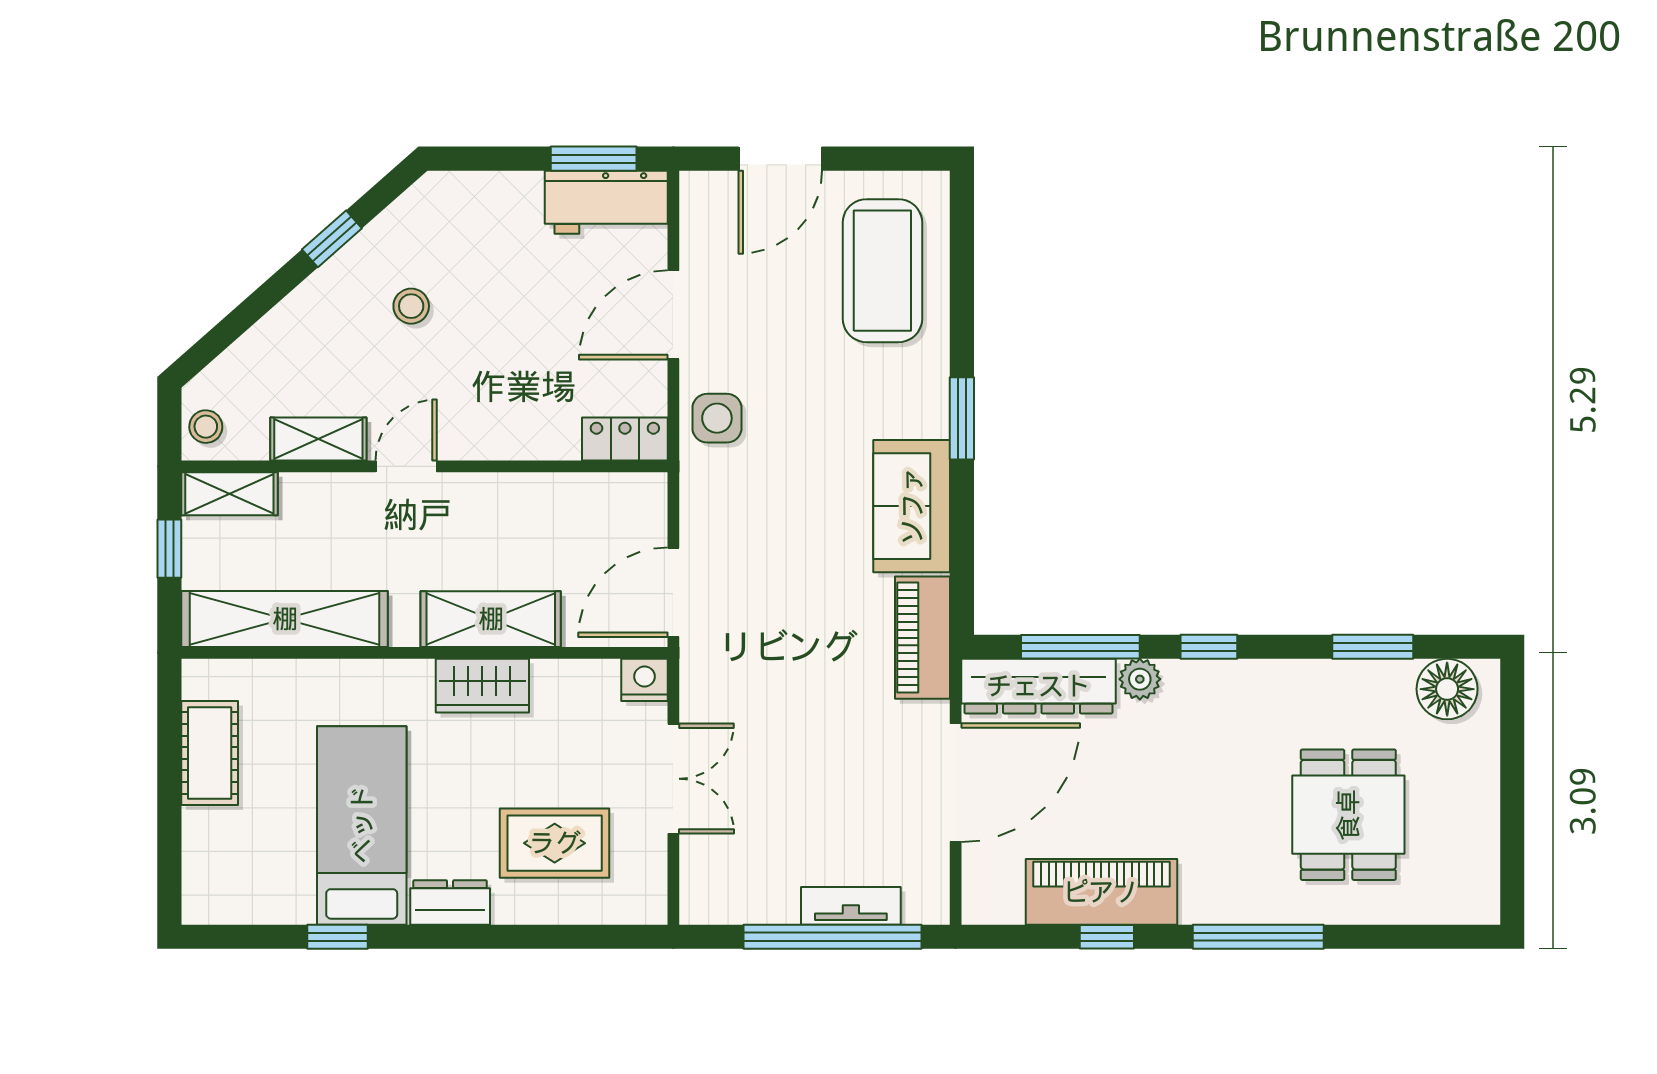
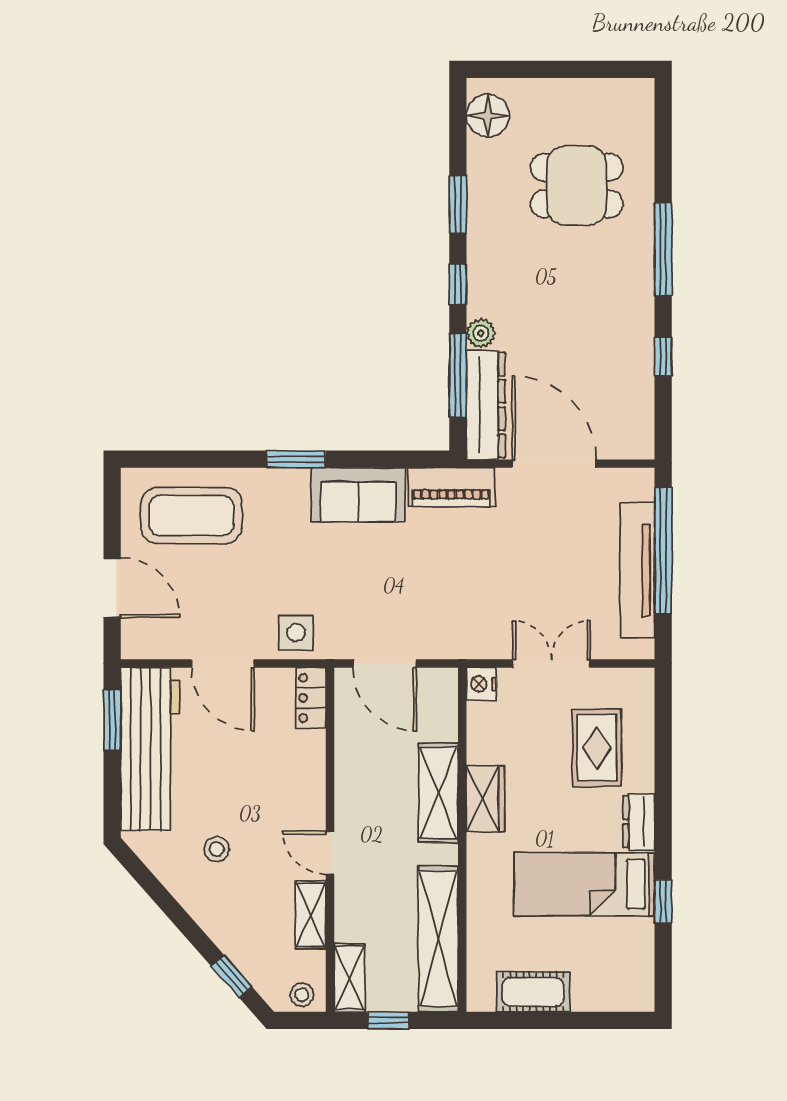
workbench: (606, 202) -> (150, 749), width x1.88, depth x1.32
window: (332, 239) -> (232, 976), moved
door: (673, 592) -> (385, 664), moved
window: (1373, 647) -> (458, 204), moved
piano: (1101, 892) -> (631, 360), removed
tv unit: (851, 906) -> (637, 570), width x1.92, depth x1.29

